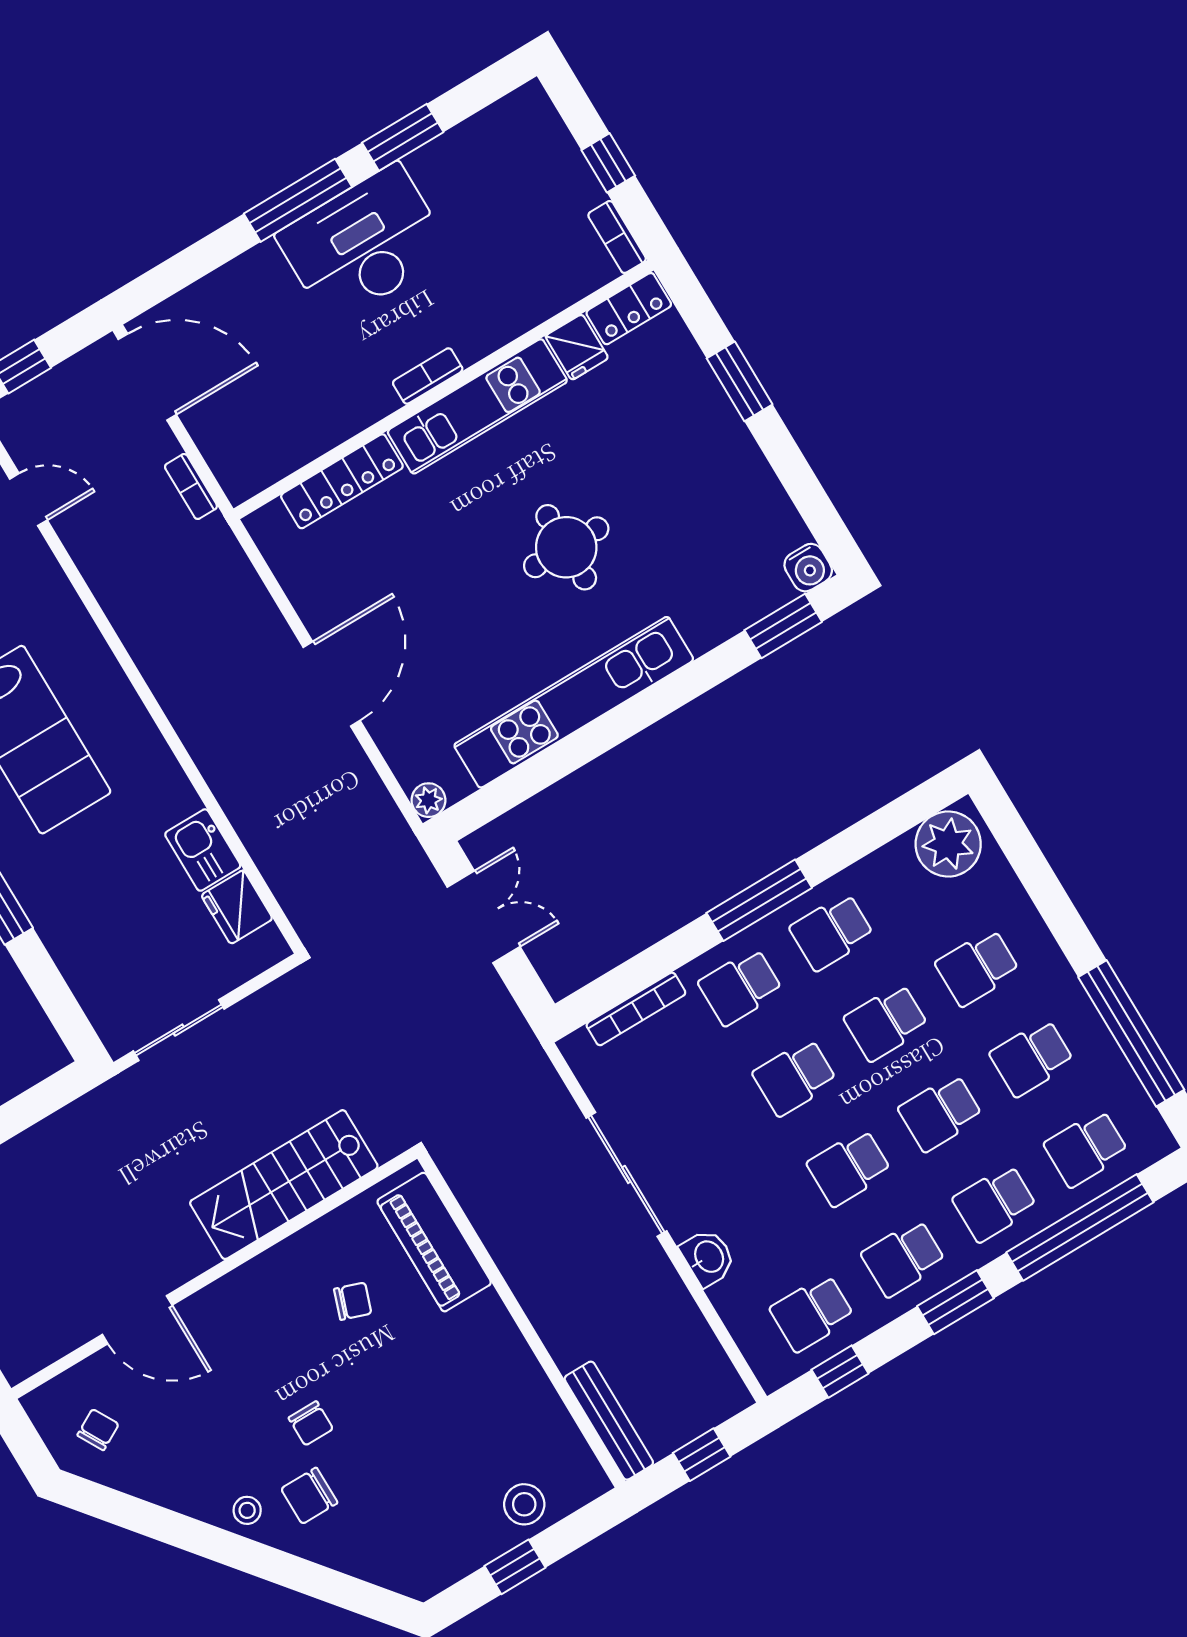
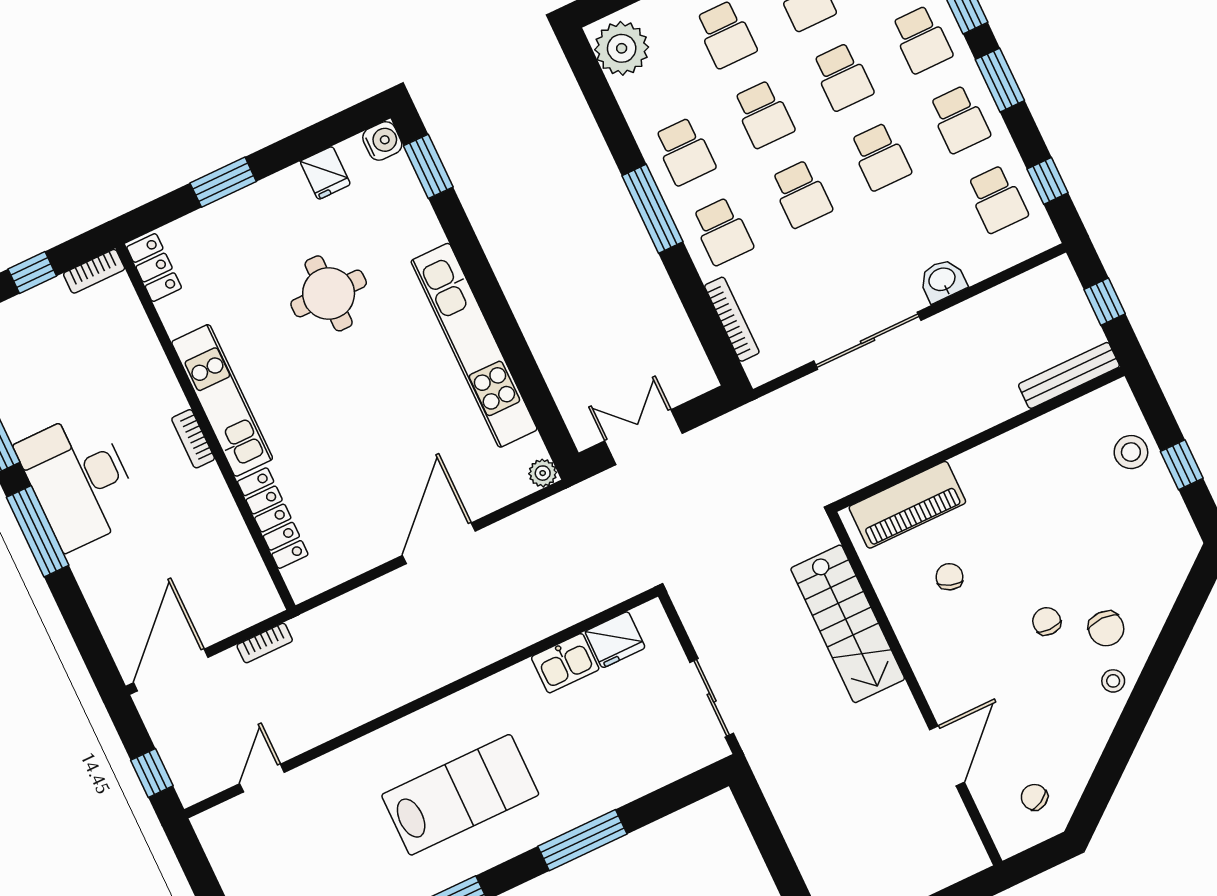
fridge: (577, 347) -> (325, 173), moved, turned 90
round table: (566, 547) -> (329, 293), moved
door: (332, 684) -> (439, 543), hinge flipped
chair: (311, 1423) -> (1047, 621), turned -90

